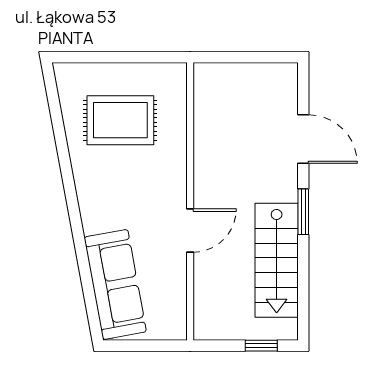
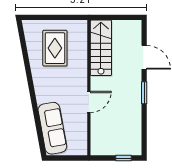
rug: (120, 120) -> (55, 48), turned 90
stairs: (277, 260) -> (101, 48), moved, turned 180

